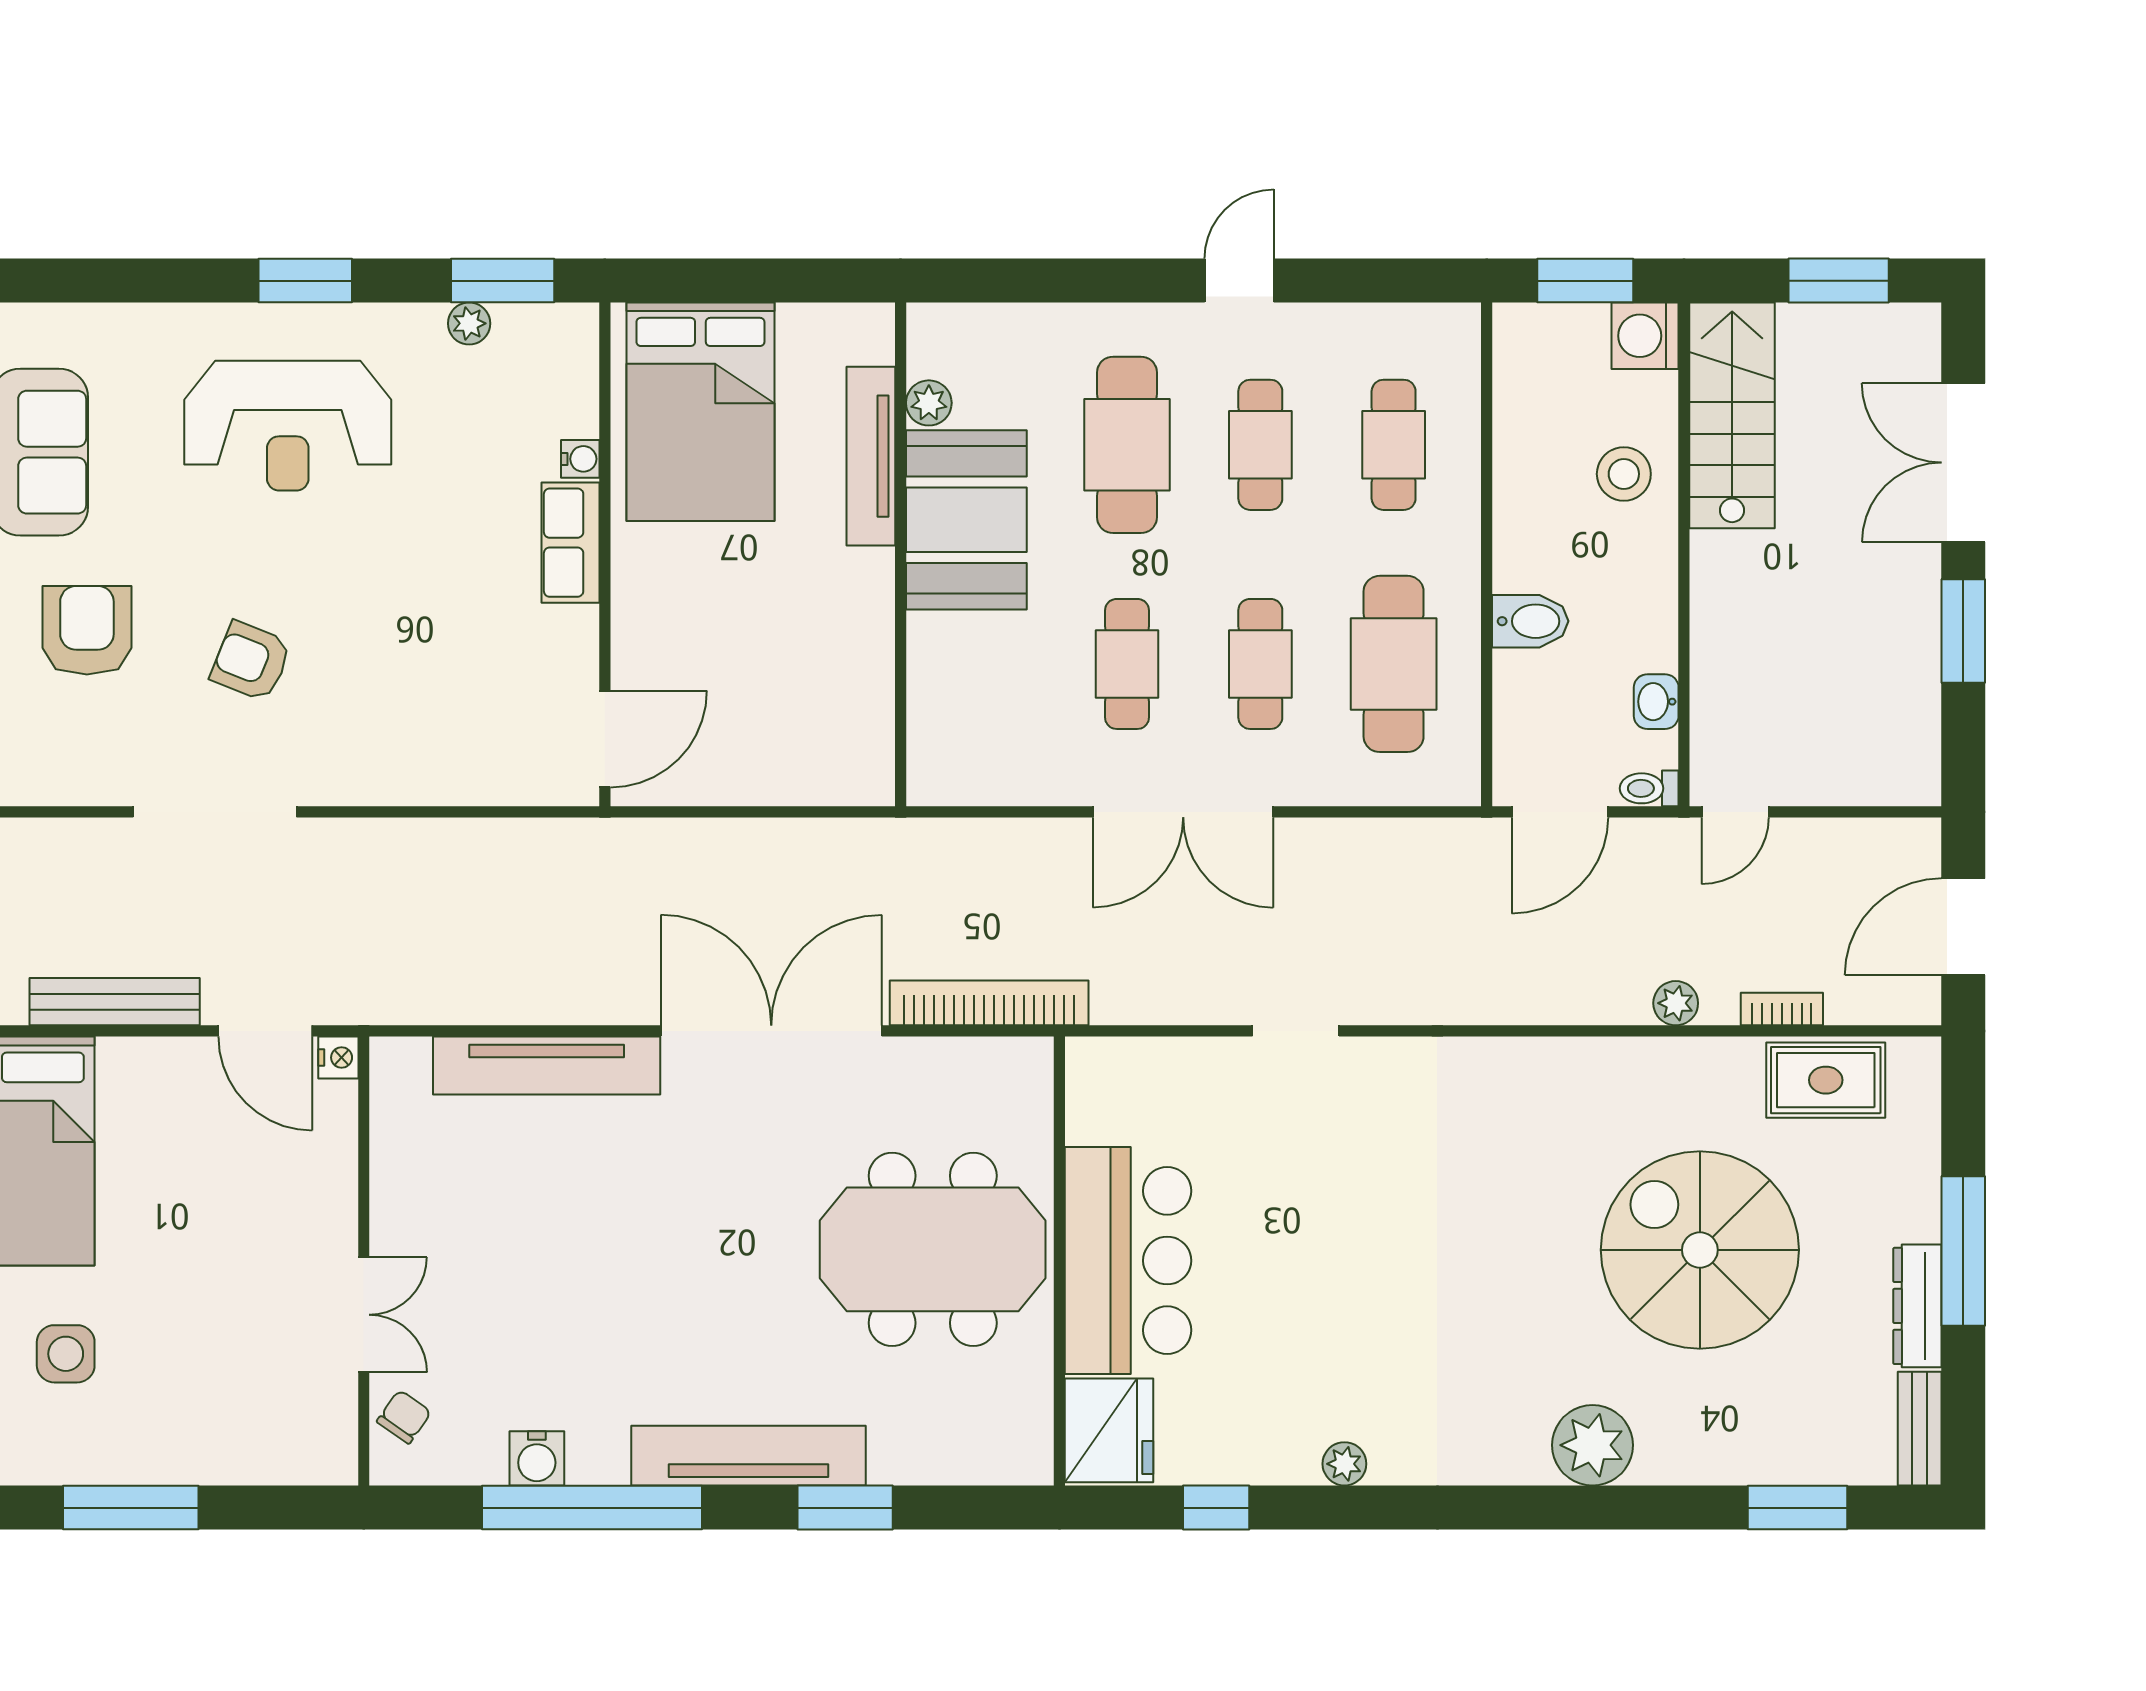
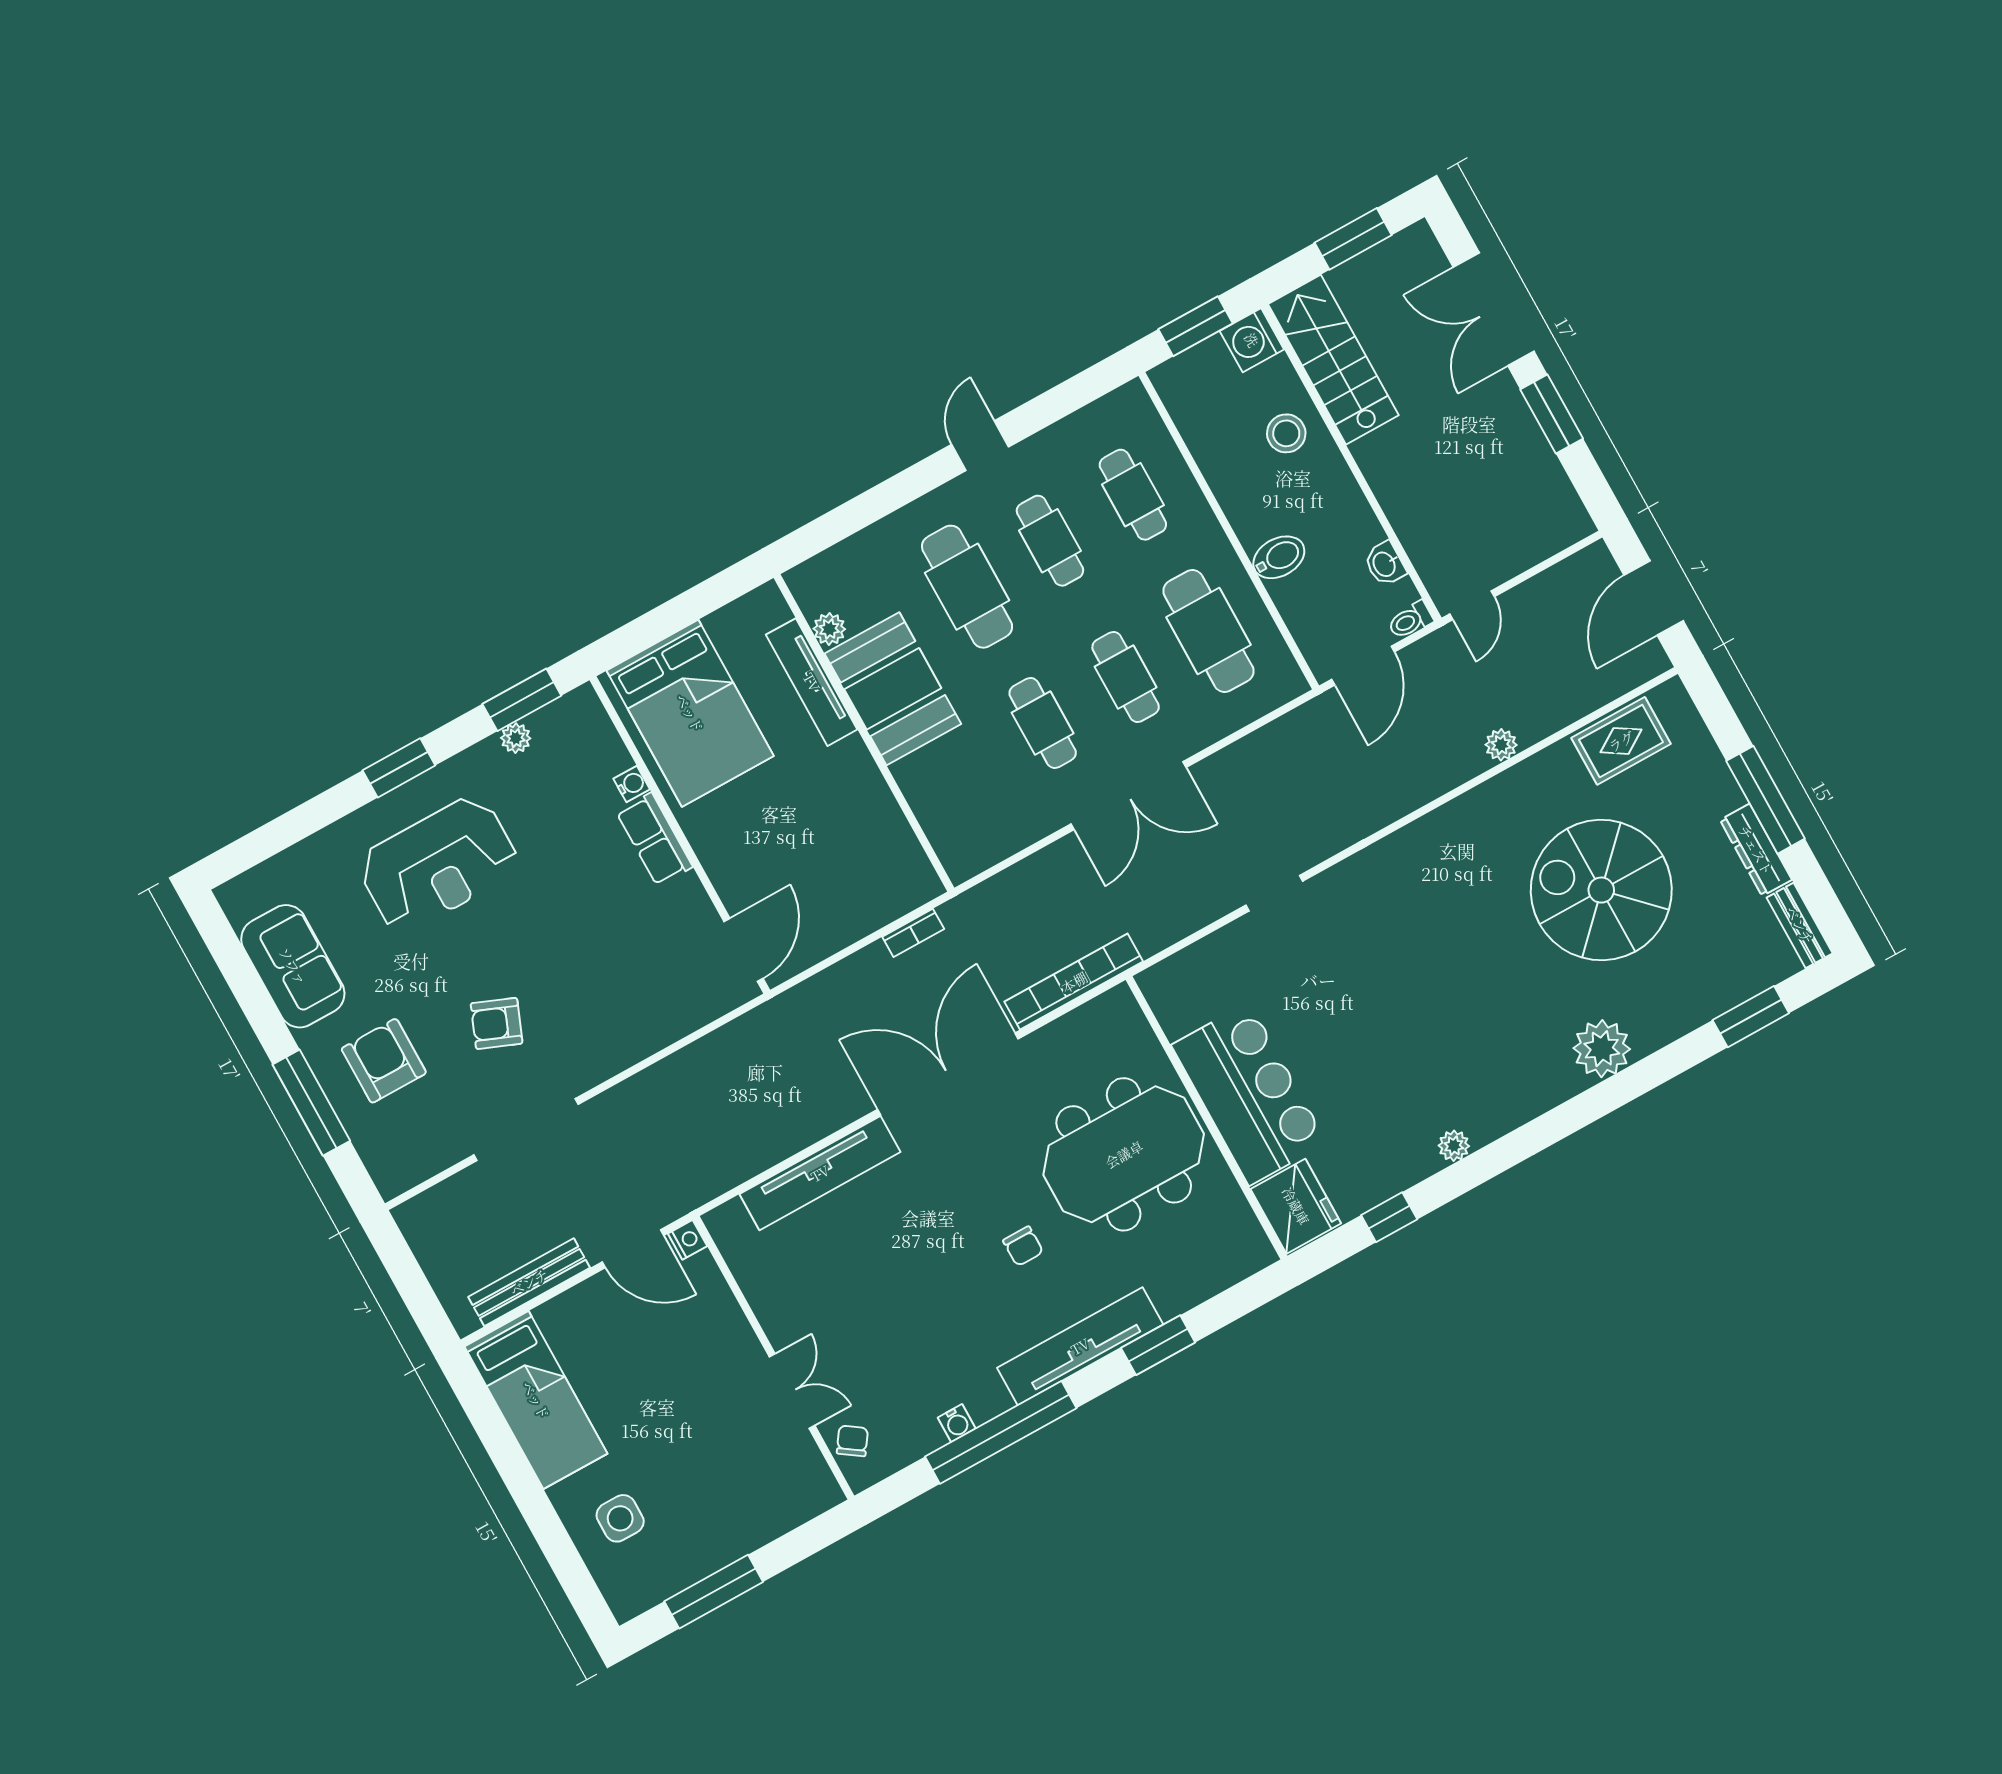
bookcase: (1782, 1009) -> (913, 933), moved, turned 180
chair: (746, 1294) -> (1023, 1246), added
water cooler: (537, 1458) -> (957, 1423), width x0.72, depth x0.72

